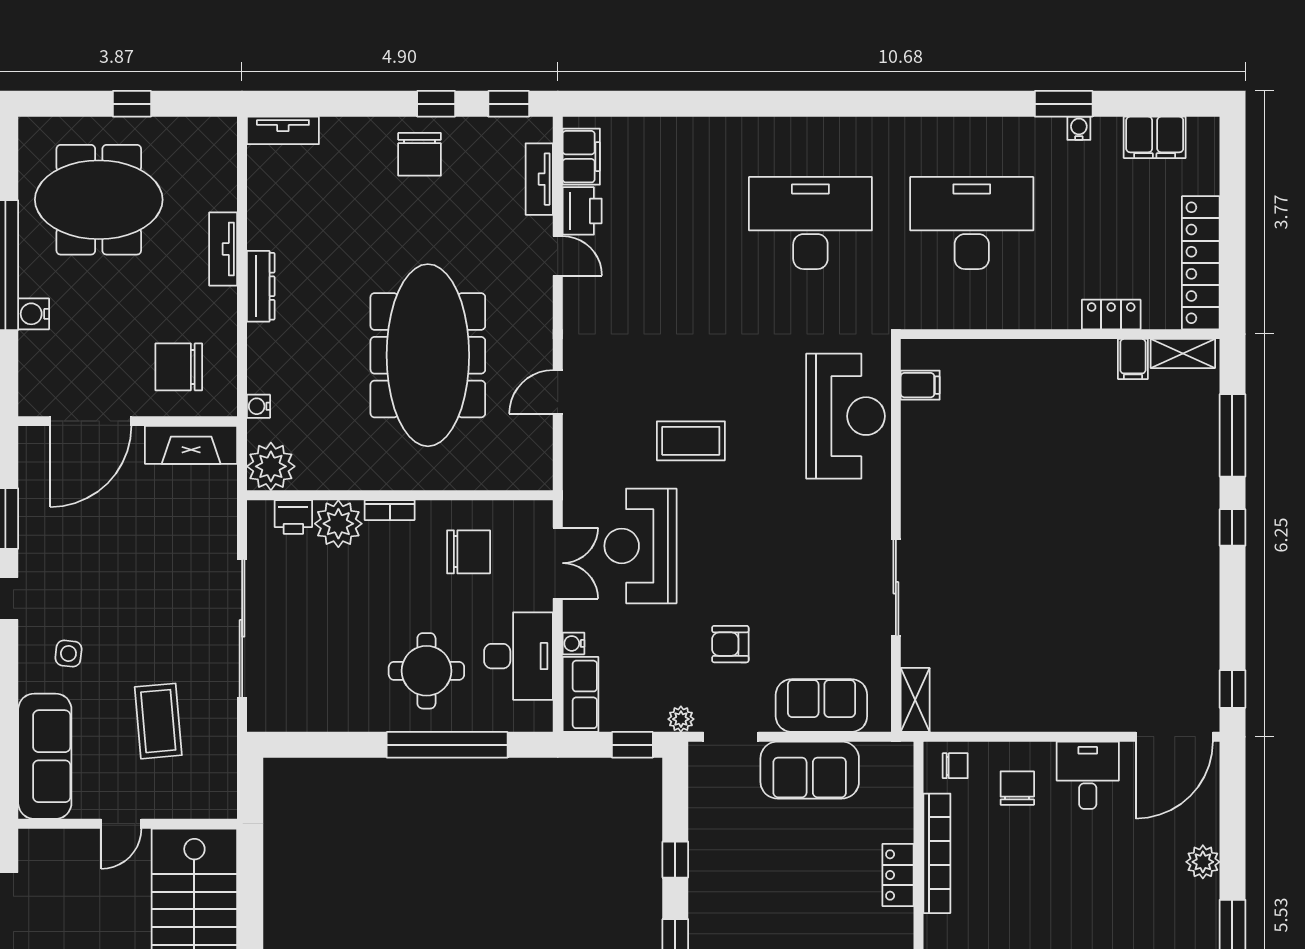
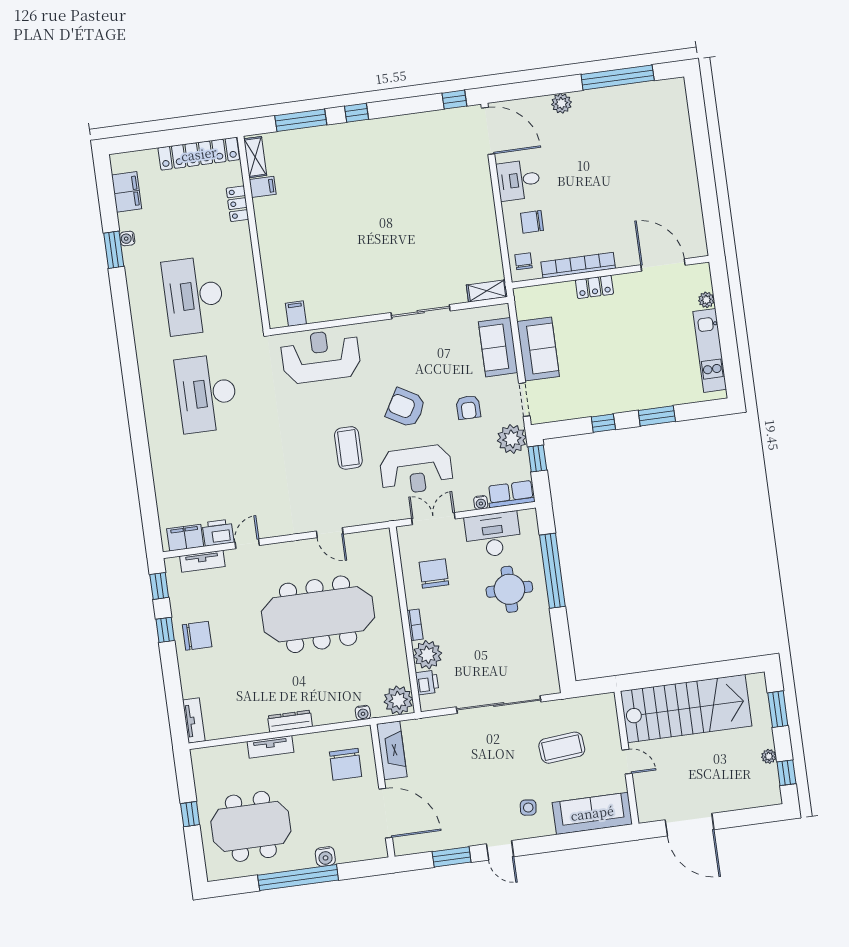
meeting table: (99, 200) -> (251, 826), turned 90
armchair: (744, 543) -> (406, 408), added
plant: (681, 719) -> (512, 439), width x1.88, depth x1.88

